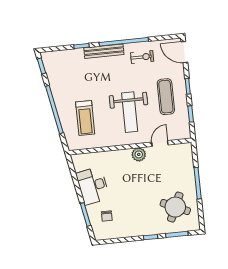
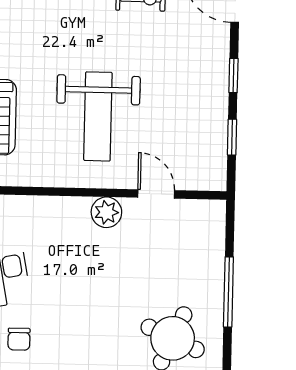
exercise mat: (166, 97) -> (182, 92), removed
door: (160, 143) -> (156, 194), hinge flipped

